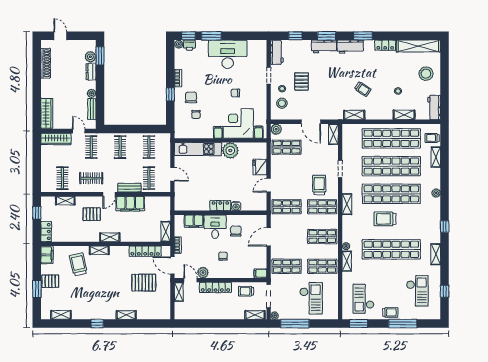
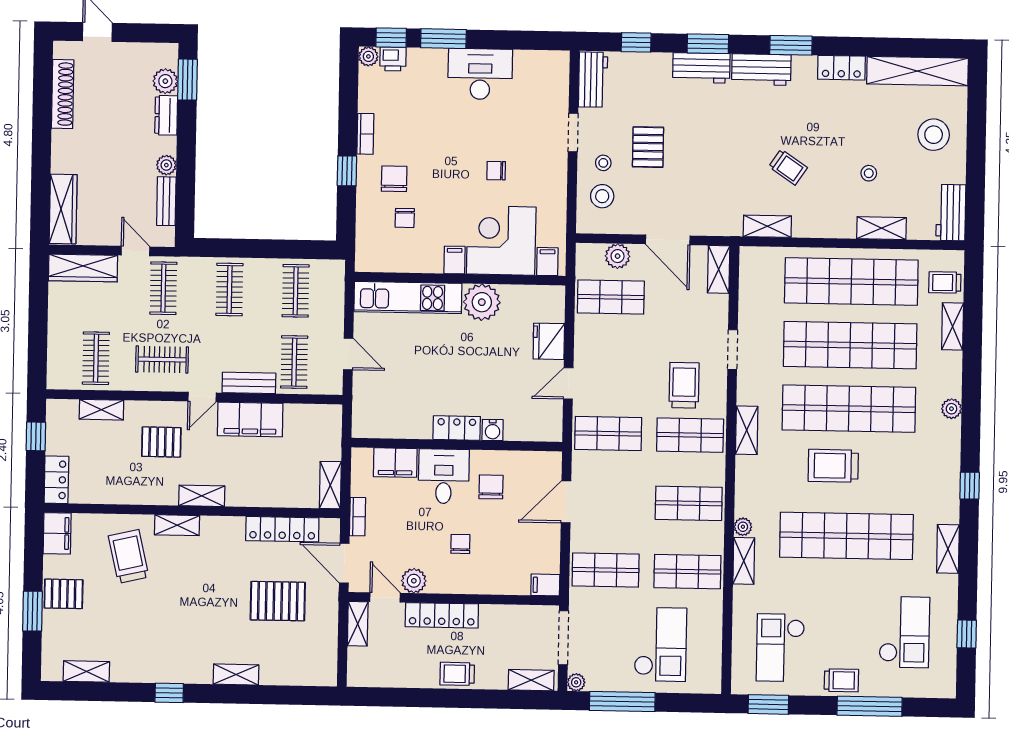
desk: (228, 54) -> (480, 74), width x0.73, depth x0.77
plant: (276, 129) -> (618, 256), moved
trolley: (246, 291) -> (457, 674), moved

